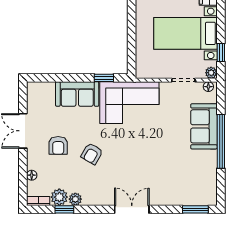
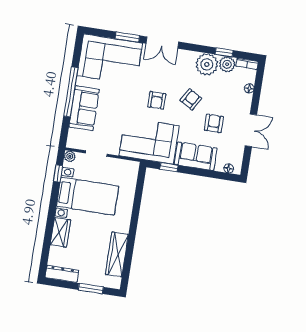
floor lamp: (208, 87) -> (229, 168), moved
armchair: (58, 145) -> (214, 123), moved
armchair: (128, 147) -> (157, 100), added
corner sofa: (185, 183) -> (110, 59), added
plant: (75, 199) -> (207, 64), width x1.87, depth x1.87
window: (195, 209) -> (127, 37), moved

